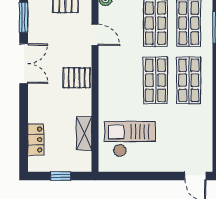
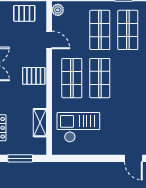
shop shelf: (189, 80) -> (72, 78), moved
window: (60, 176) -> (20, 158), width x1.50

